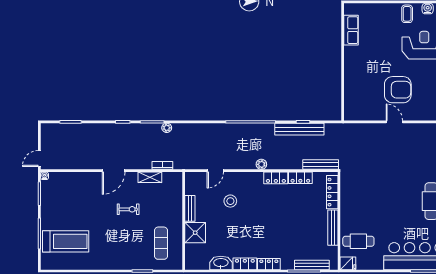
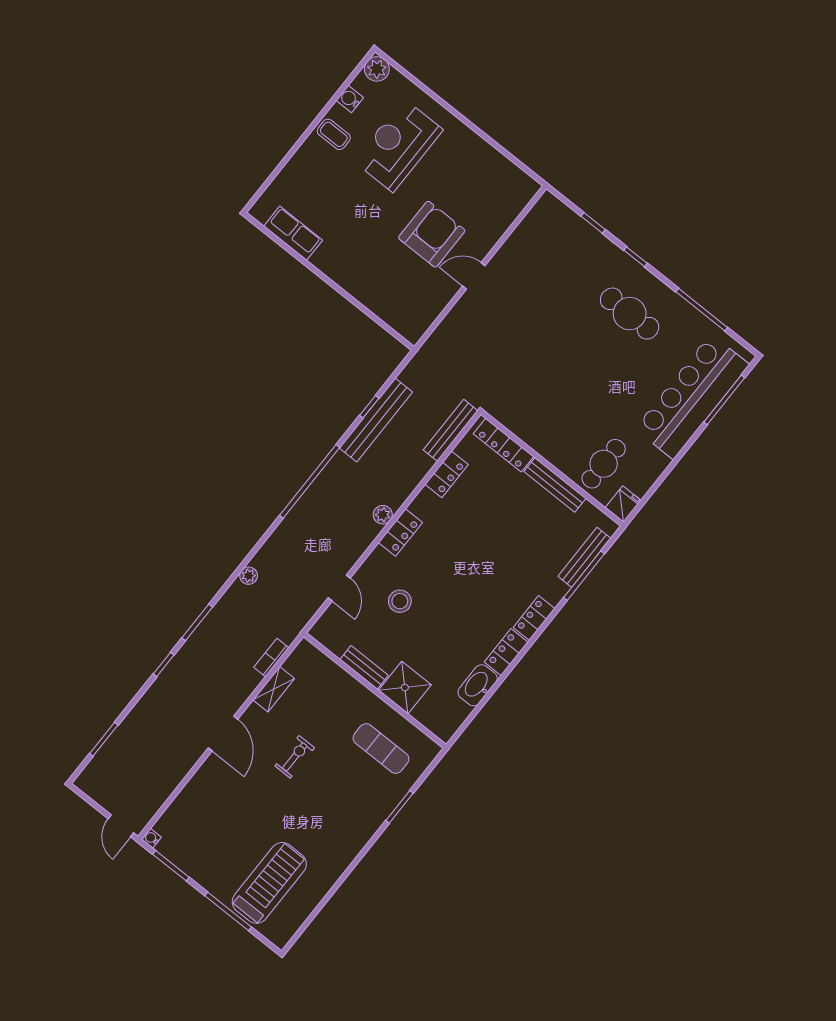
plant: (167, 128) -> (249, 576), moved
locker: (276, 178) -> (400, 533), moved

